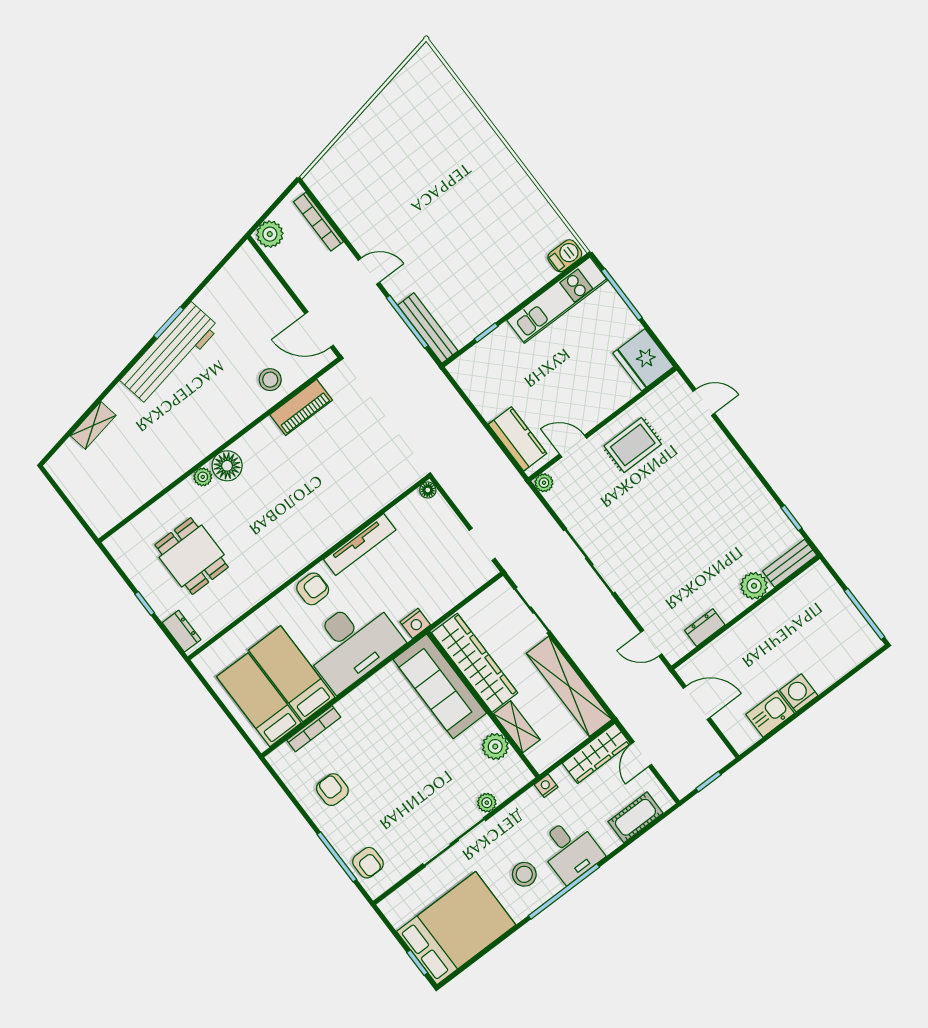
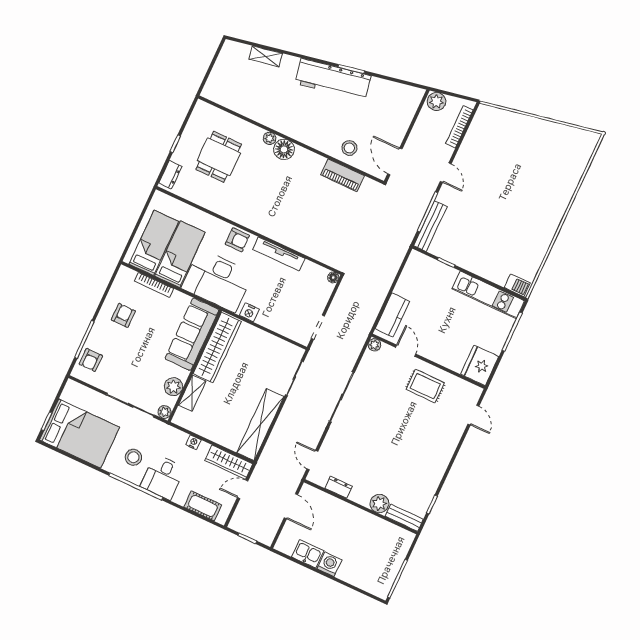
wardrobe: (475, 663) -> (217, 348), moved
sofa: (440, 686) -> (192, 334), moved
wall: (483, 704) -> (195, 366), moved
shelving: (517, 727) -> (192, 393), moved
plant: (495, 746) -> (173, 387), moved

